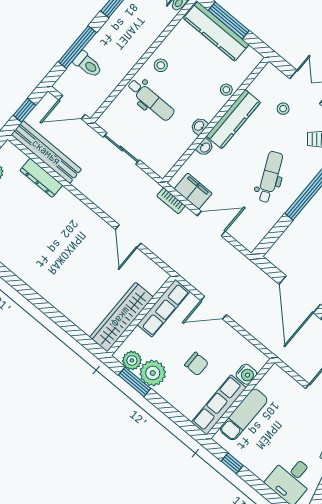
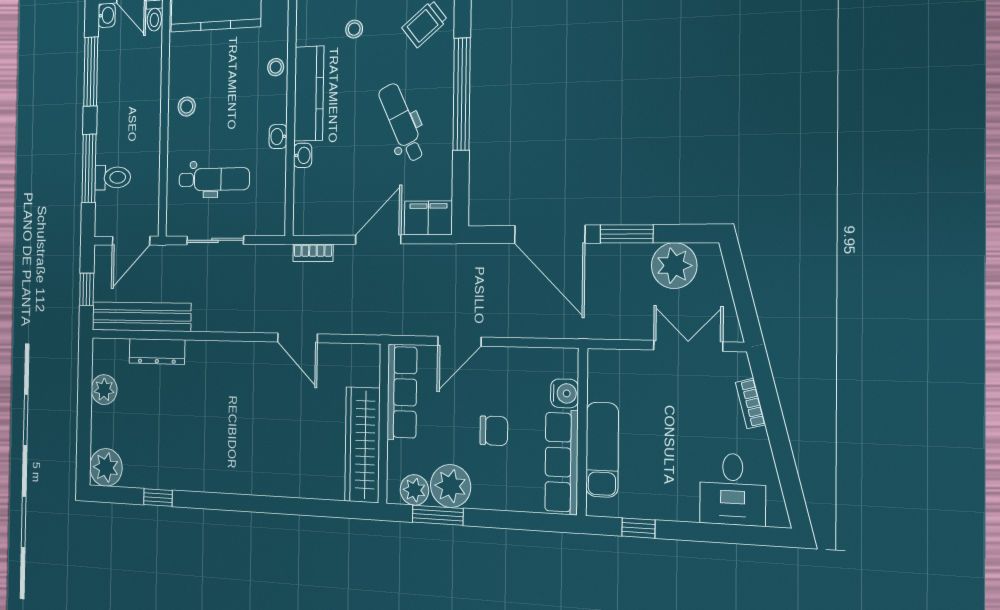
dental chair: (151, 100) -> (214, 179), moved
filing cabinet: (193, 191) -> (428, 218), moved

